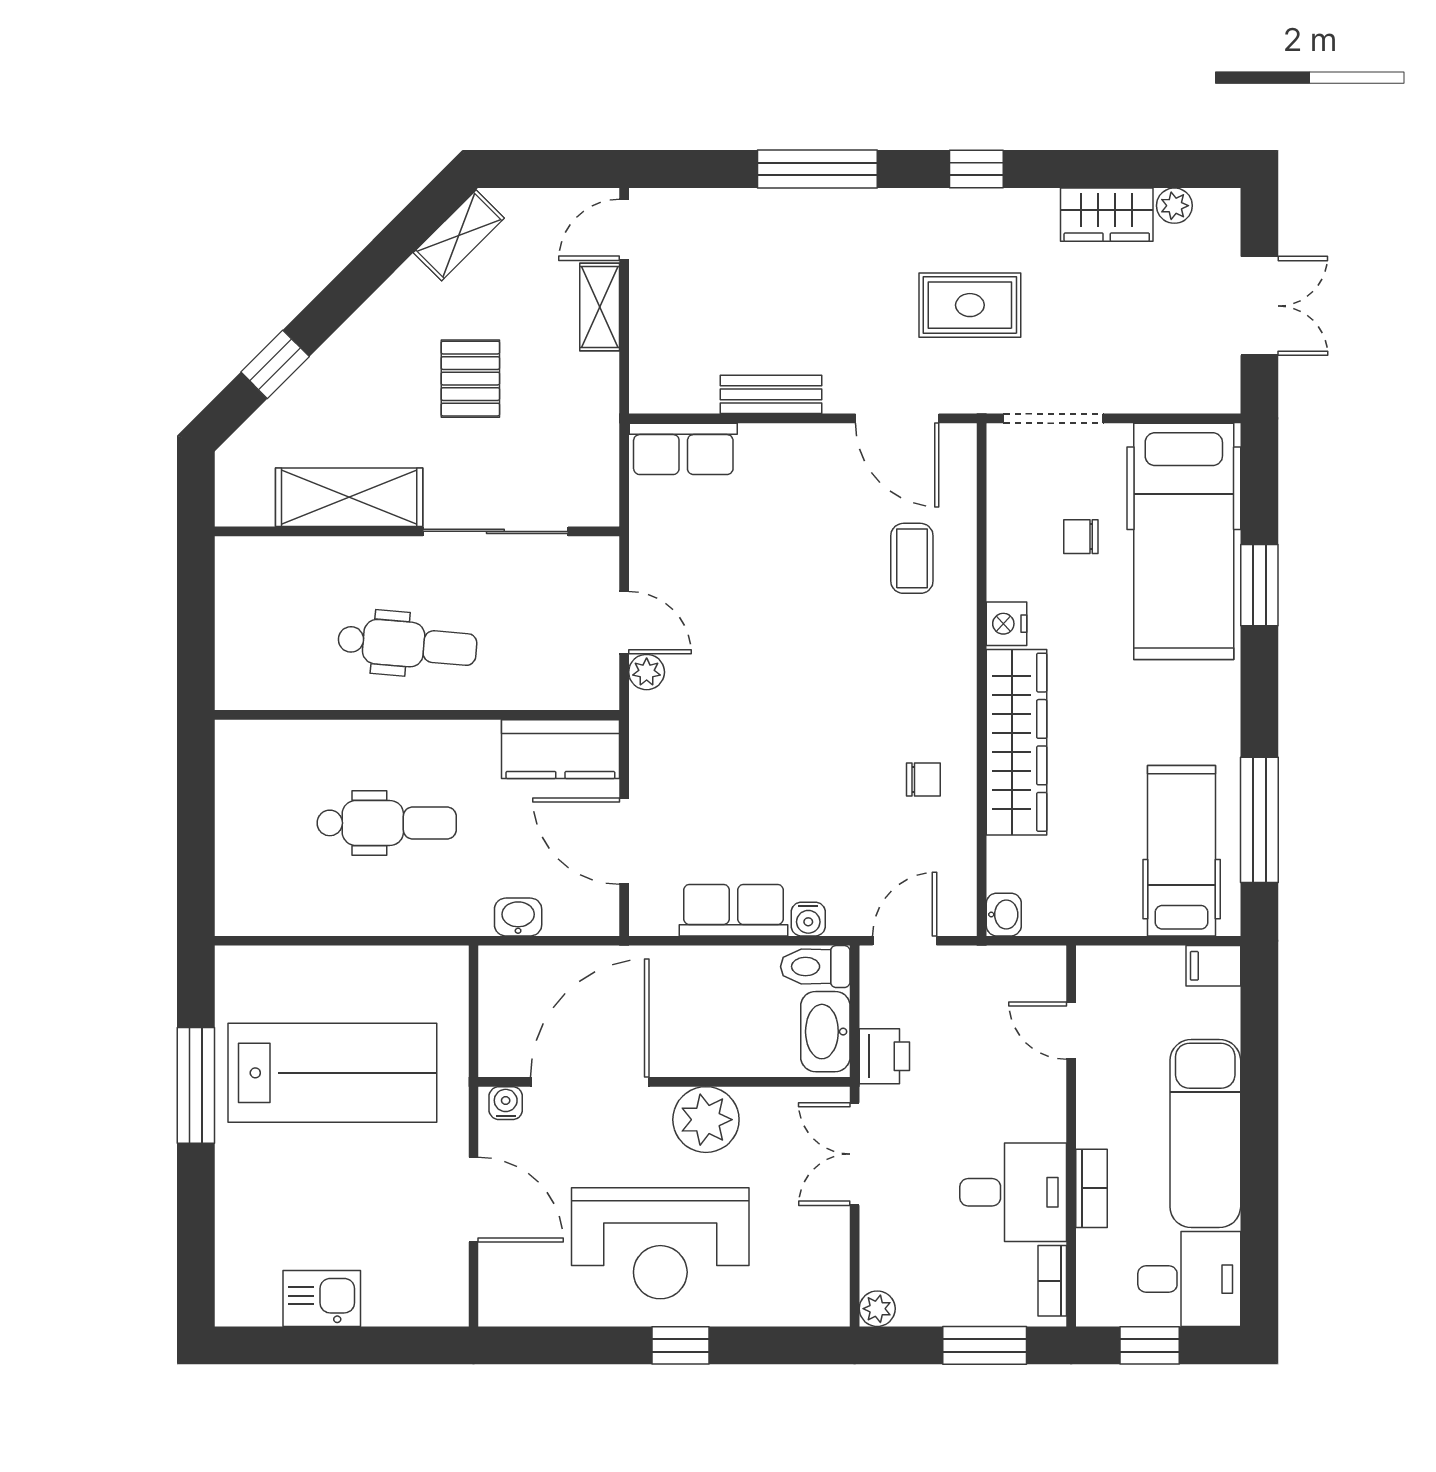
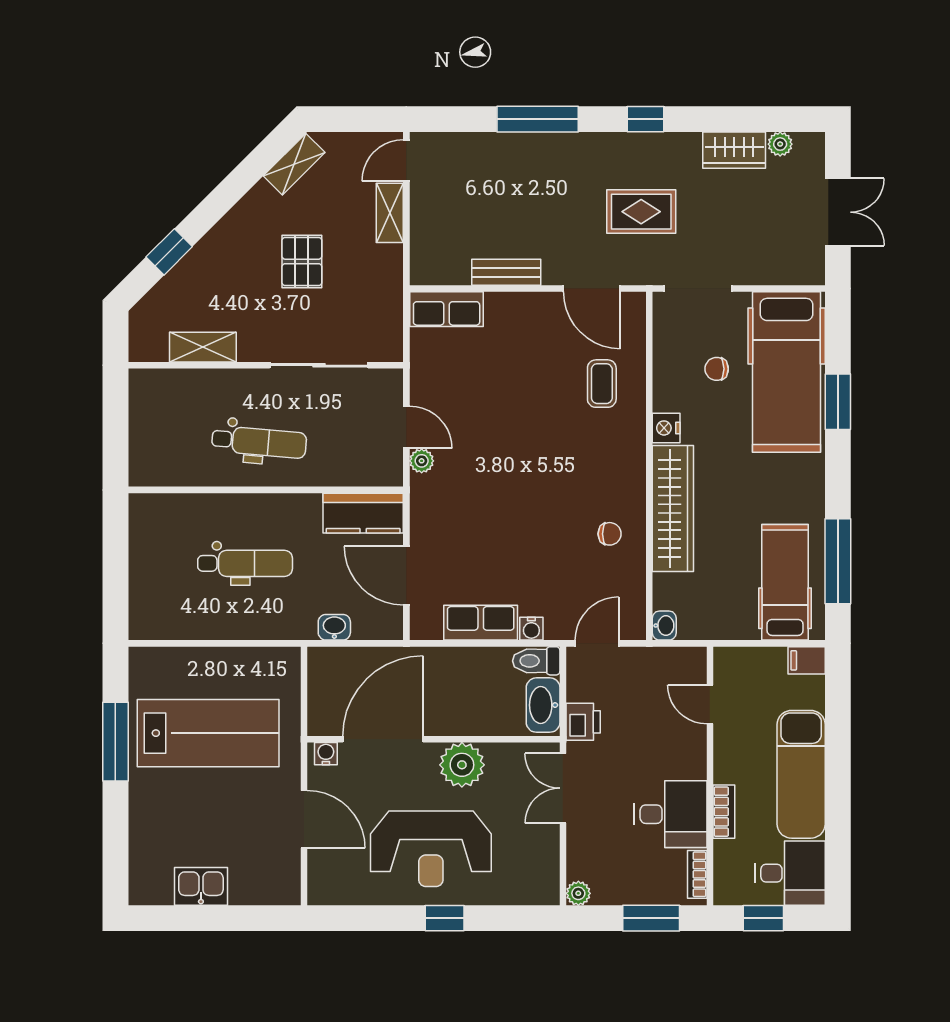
shelving: (349, 497) -> (203, 347), width x0.67, depth x0.75

